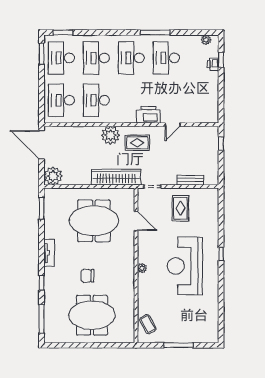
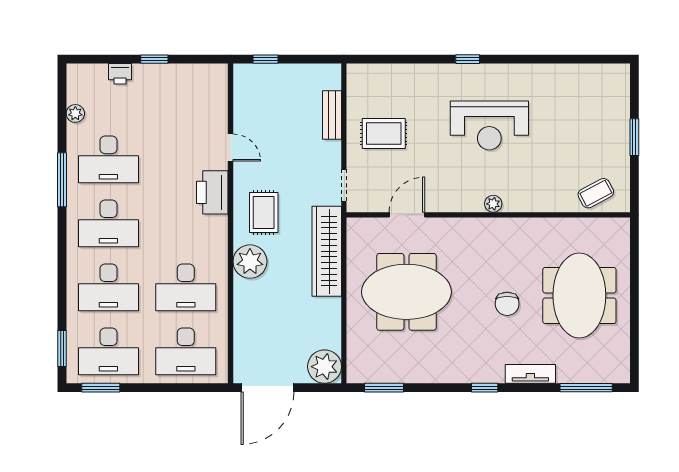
plant: (206, 40) -> (75, 113), moved
window: (221, 60) -> (154, 59), moved
meeting table: (94, 221) -> (406, 292), turned 90
tv unit: (49, 253) -> (530, 374), moved
reception desk: (185, 266) -> (489, 125), width x0.74, depth x0.77
window: (42, 283) -> (485, 388), moved
window: (178, 345) -> (634, 137), width x0.69

